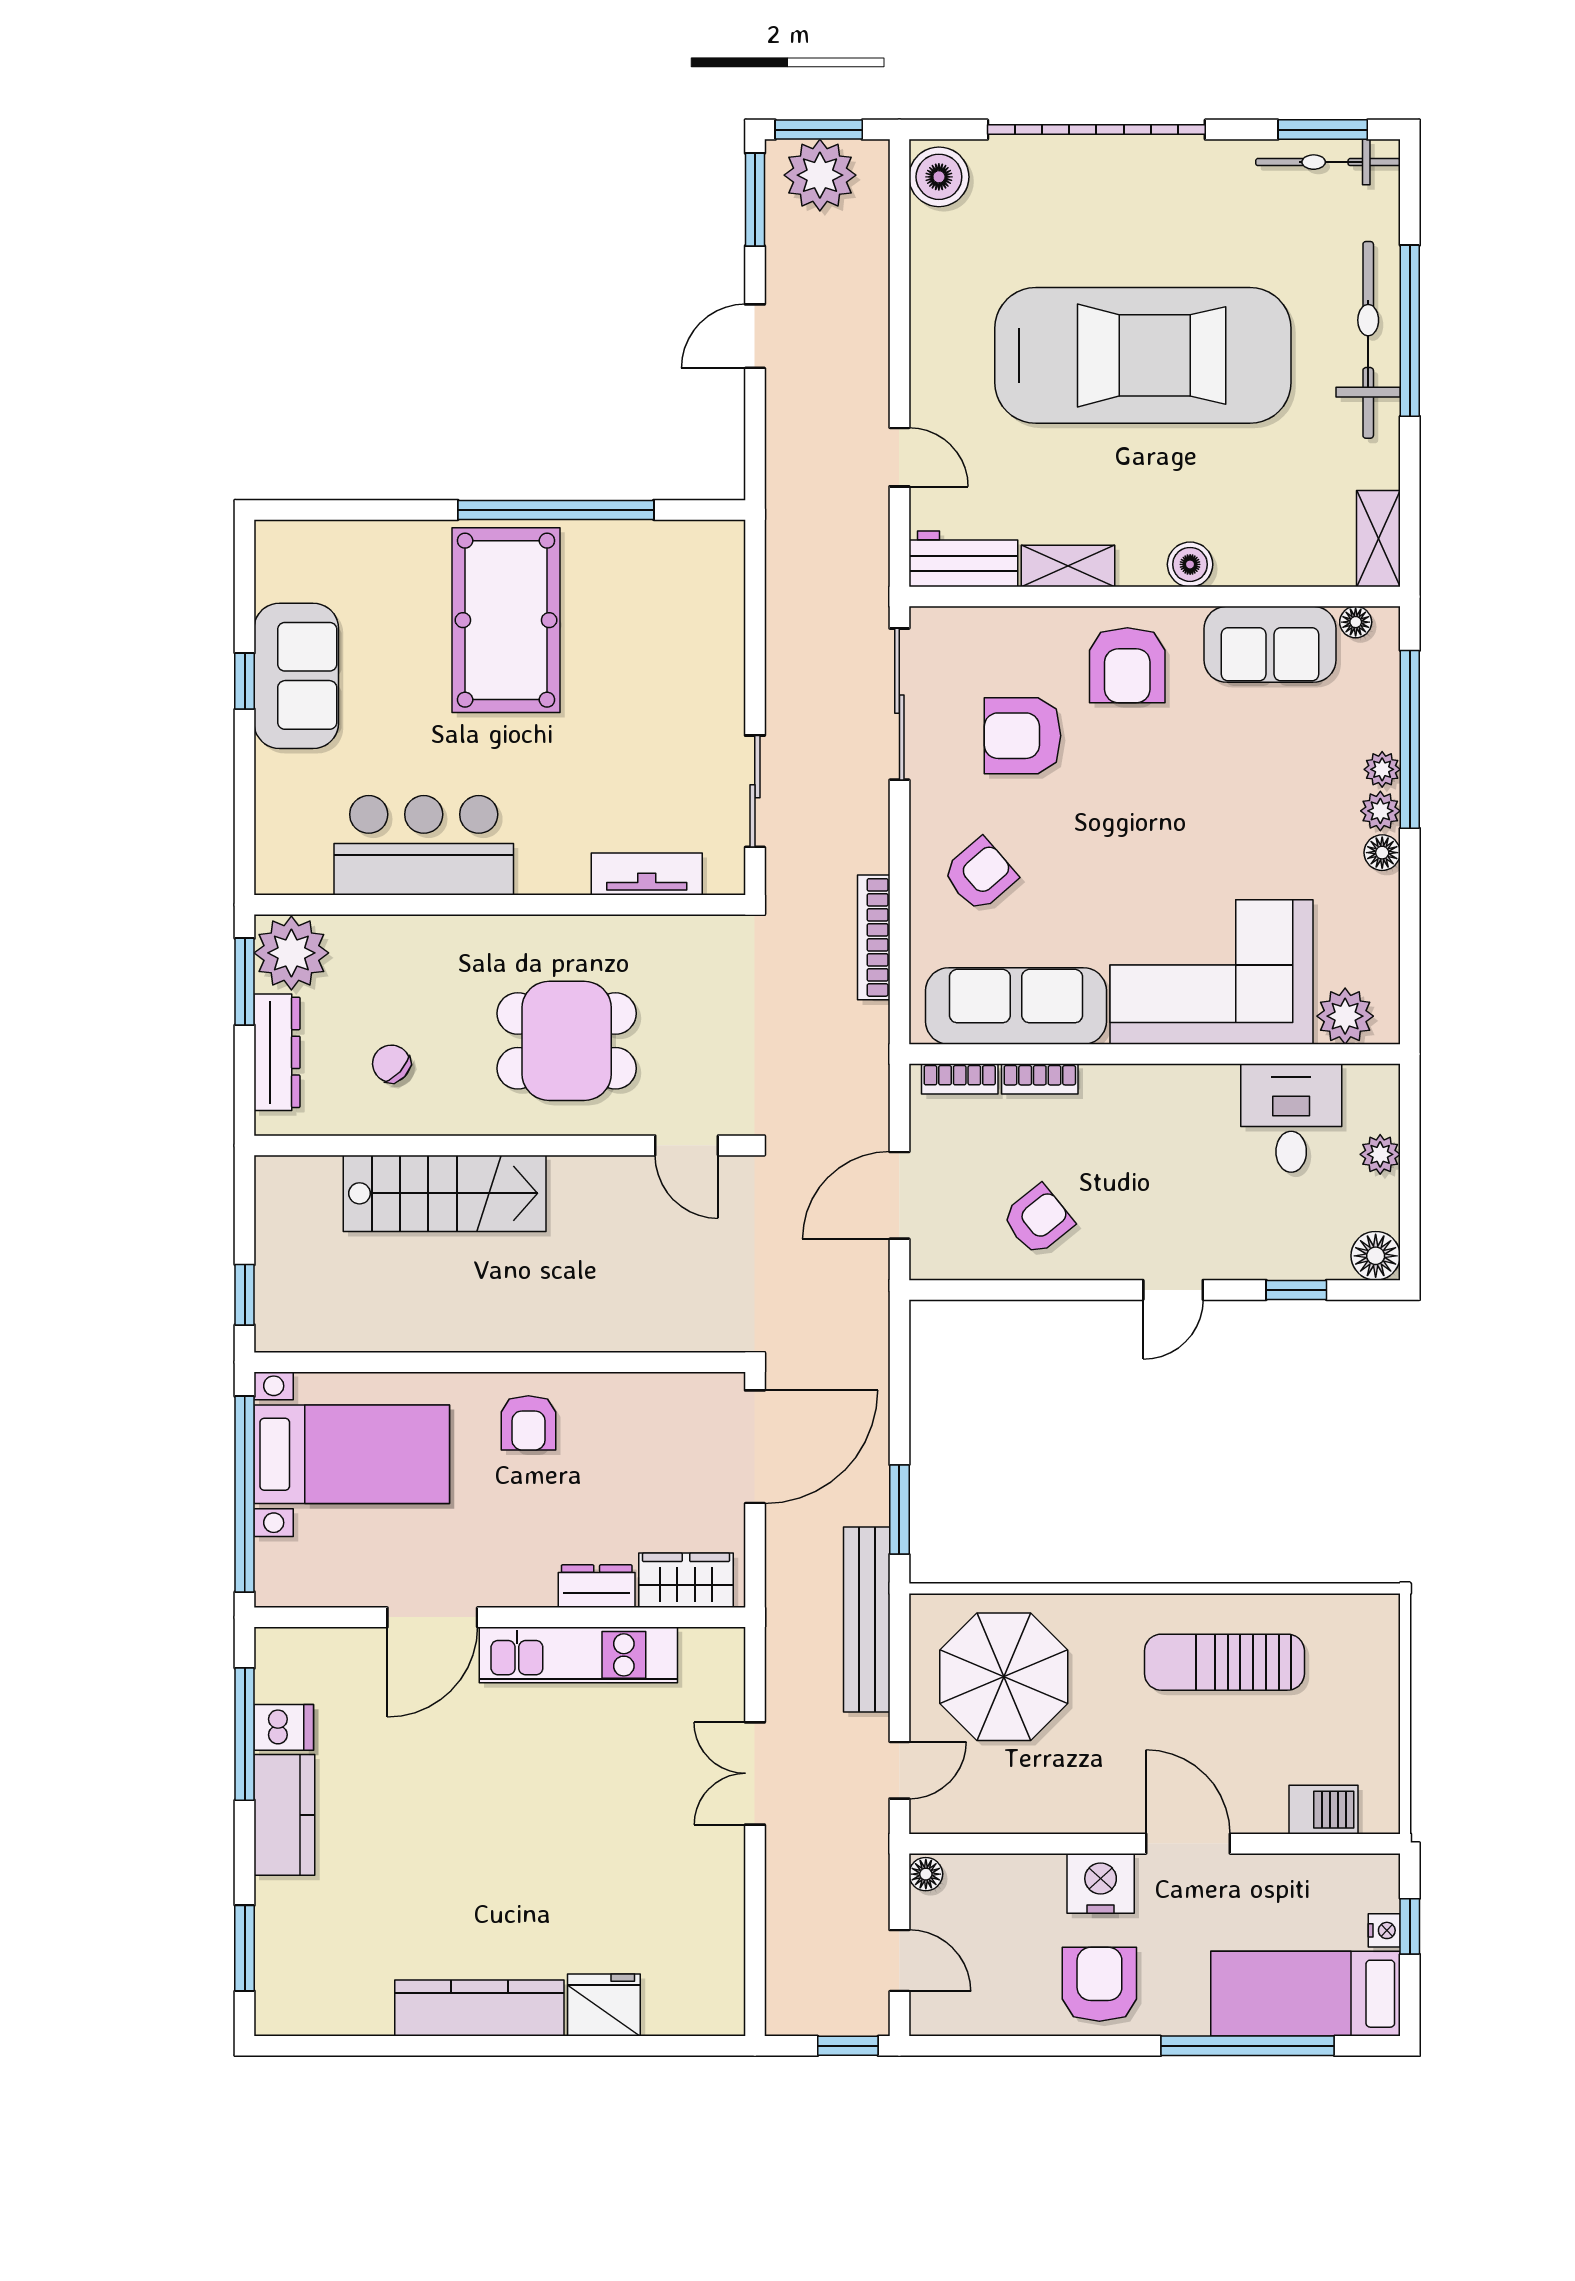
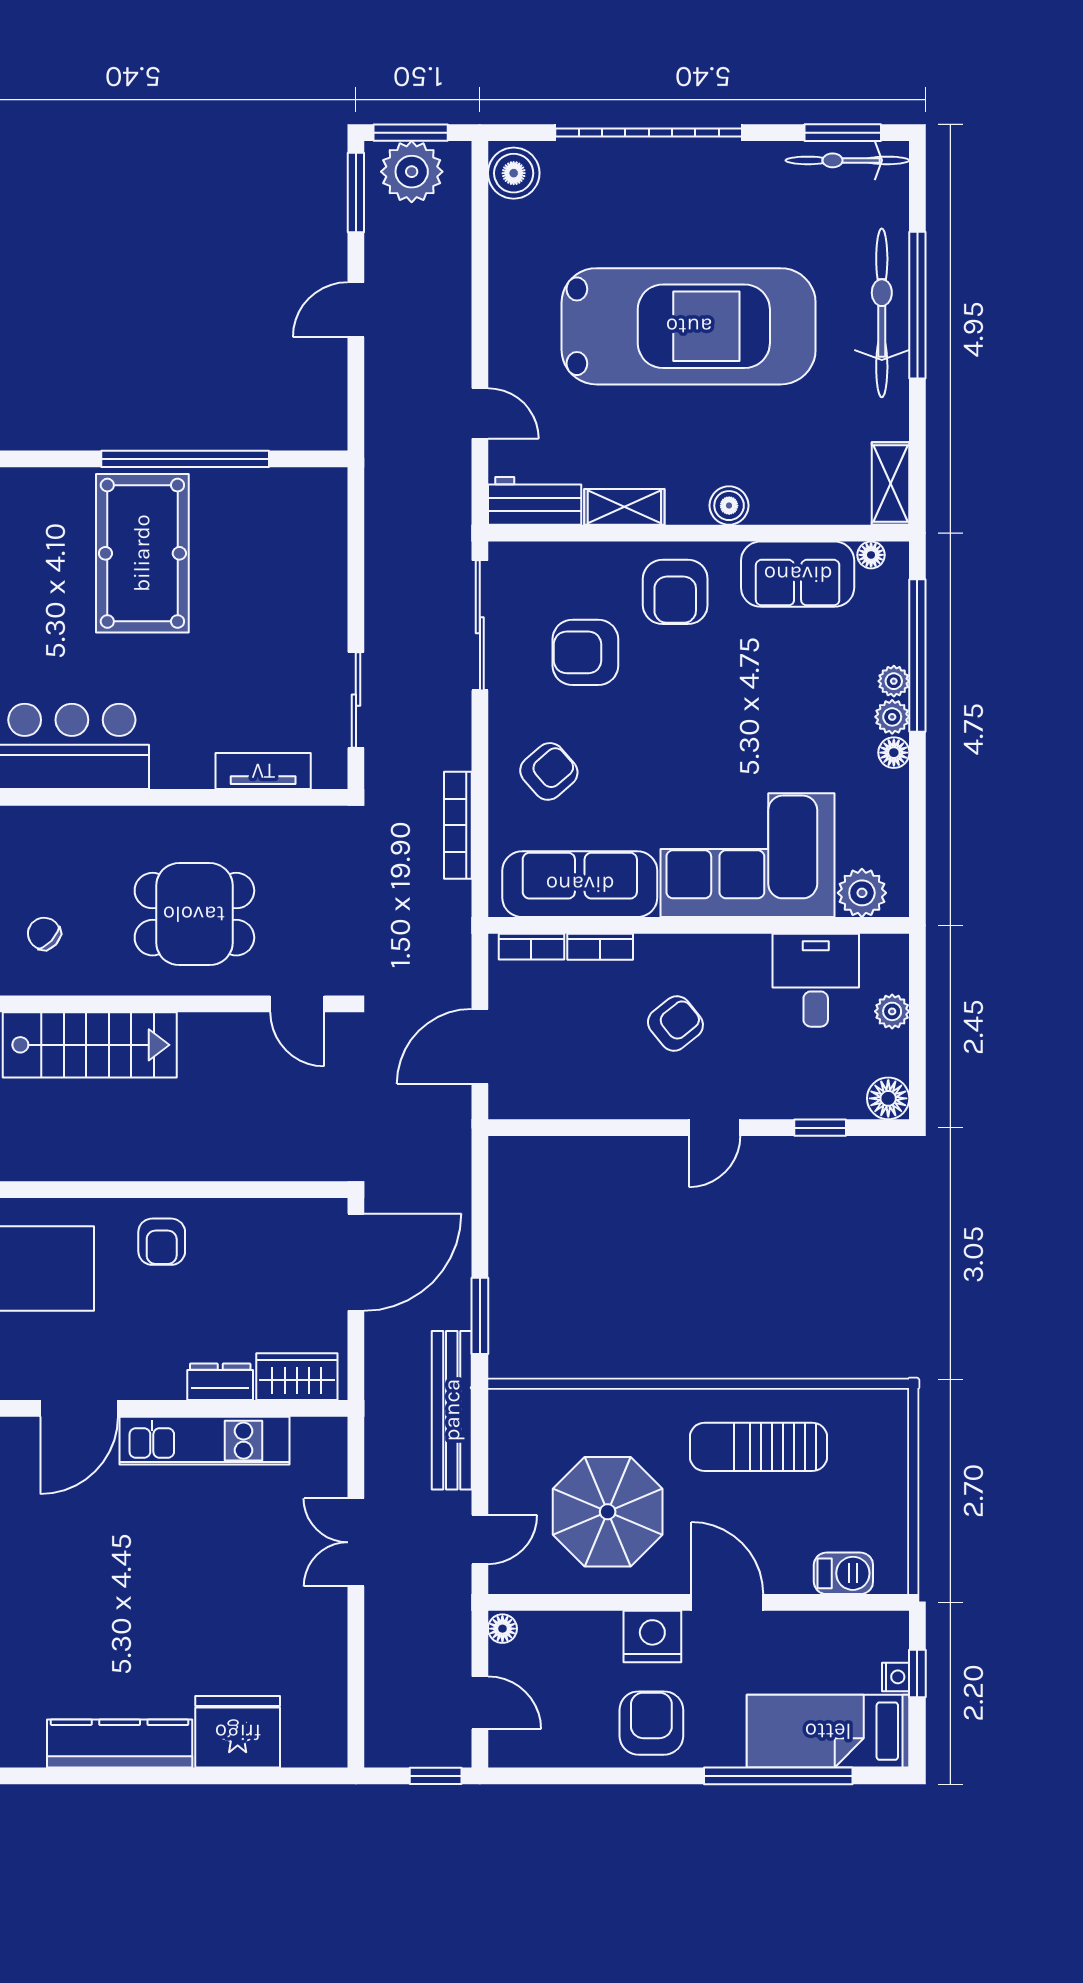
armchair: (1038, 1220) -> (675, 1023), moved
parasol: (1004, 1677) -> (608, 1512), moved
fridge: (604, 2005) -> (238, 1732), width x1.36, depth x1.34

